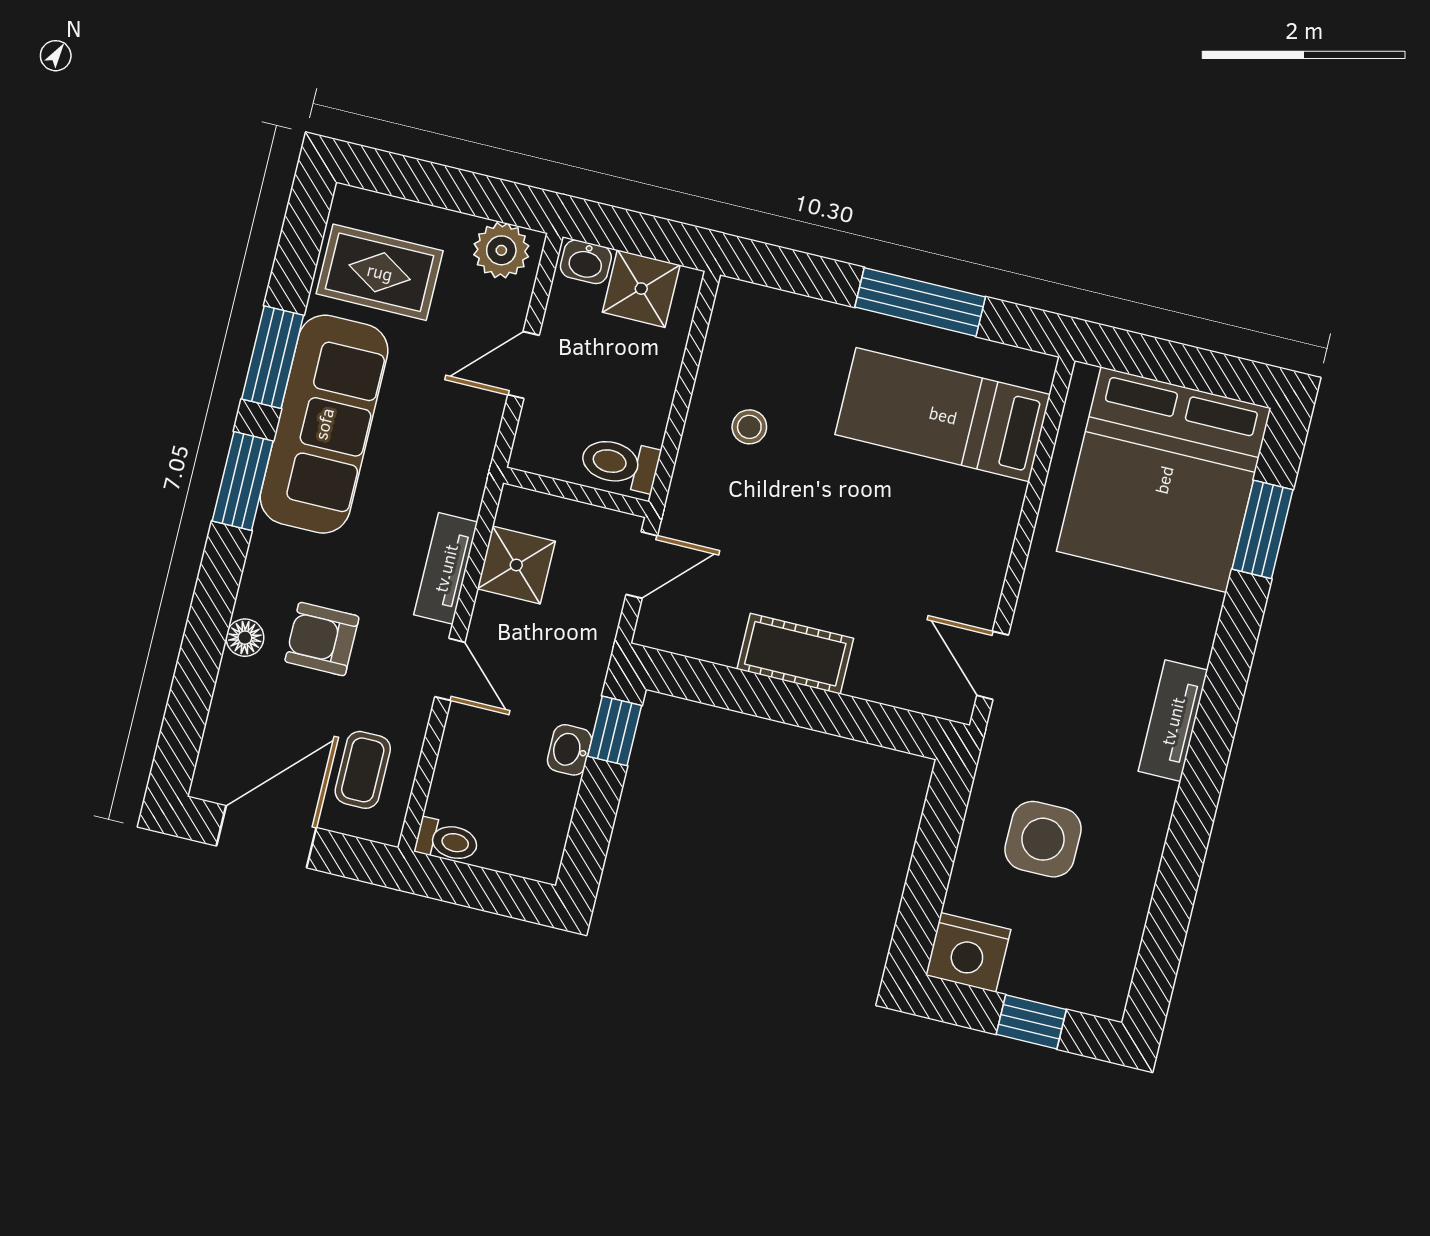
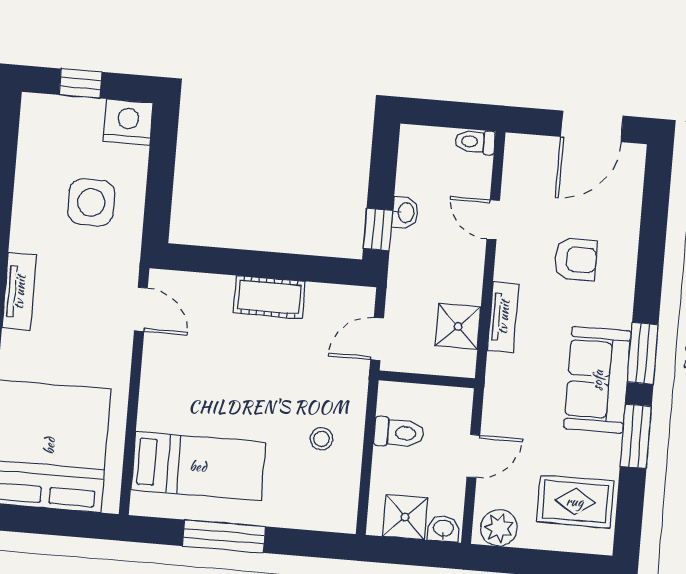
sofa: (324, 424) -> (597, 380), width x0.73
toilet: (620, 464) -> (399, 433), moved
floor lamp: (245, 638) -> (626, 253), removed
door: (450, 669) -> (493, 220), moved
coffee table: (363, 770) -> (536, 179), removed

